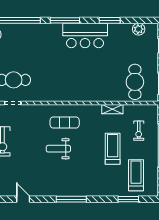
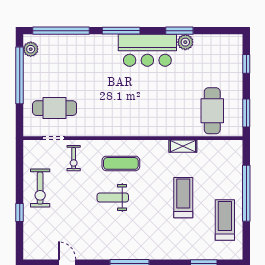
plant: (139, 29) -> (185, 42), moved
exercise bike: (139, 131) -> (74, 158), moved
treadmill: (136, 175) -> (225, 220), moved

